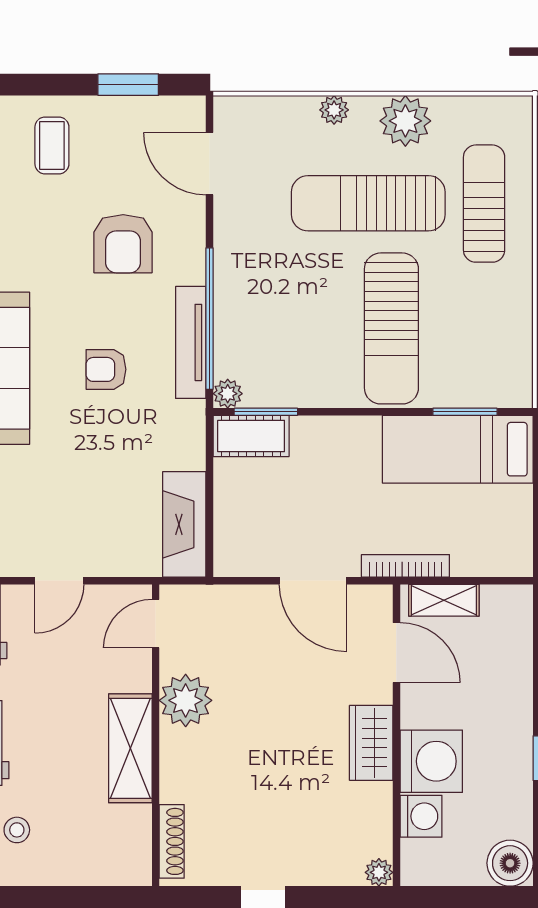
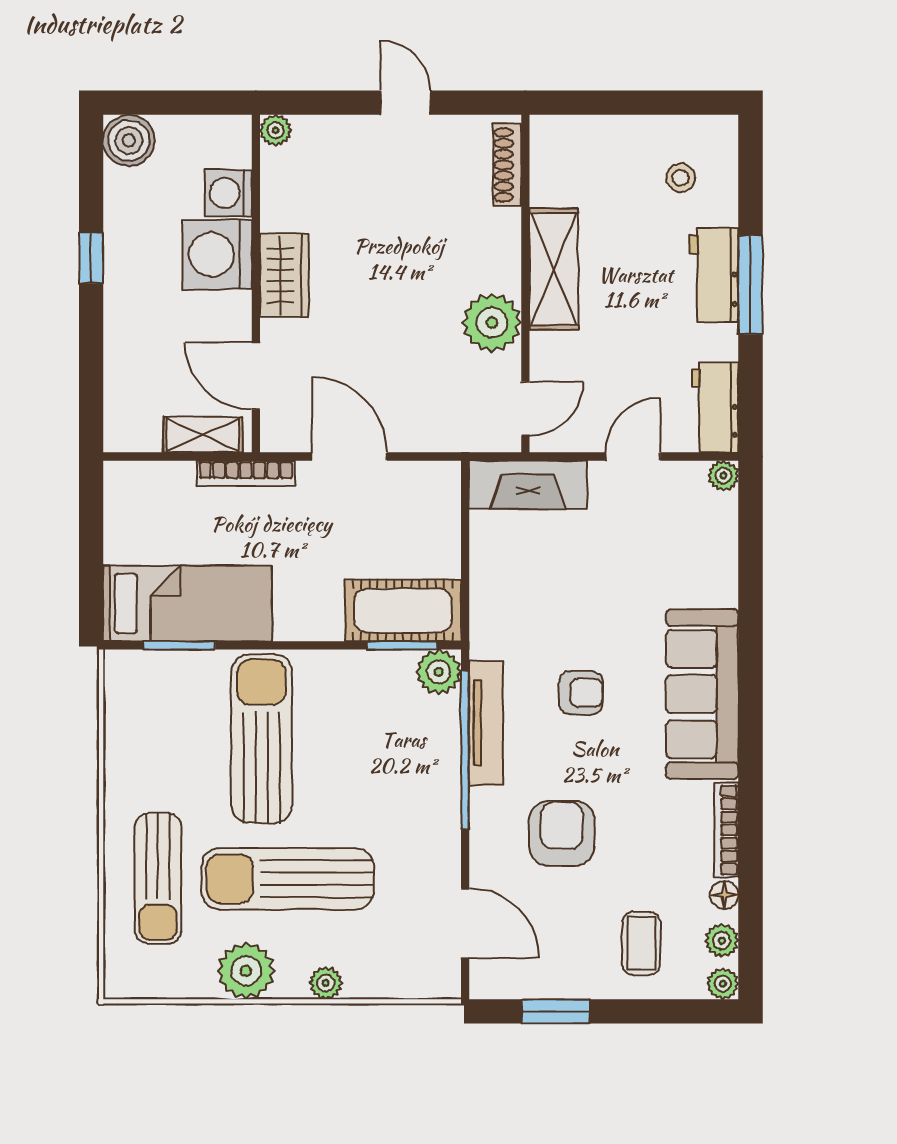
sun lounger: (368, 203) -> (287, 879), turned 180
plant: (228, 394) -> (439, 672), width x1.38, depth x1.38
cot: (251, 436) -> (403, 611), width x1.37, depth x1.34
fireplace: (184, 524) -> (528, 485), moved, turned 90

